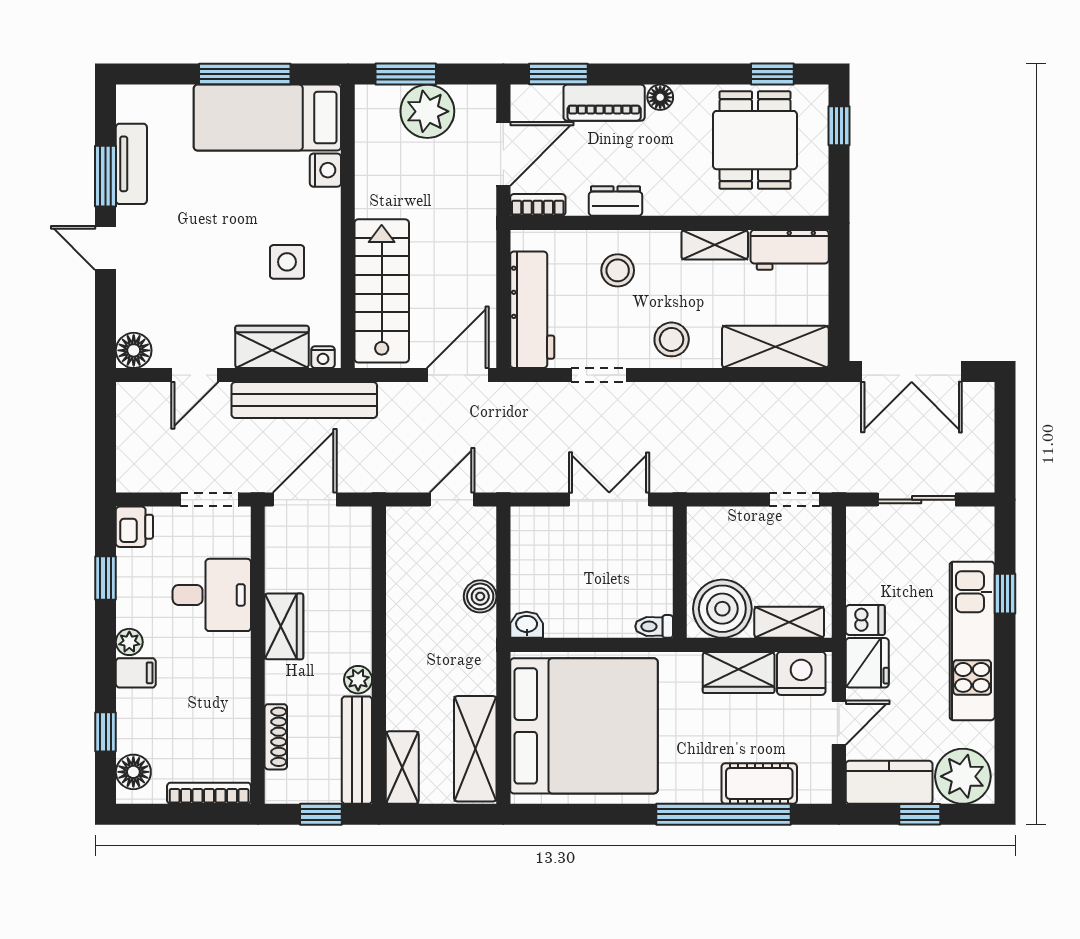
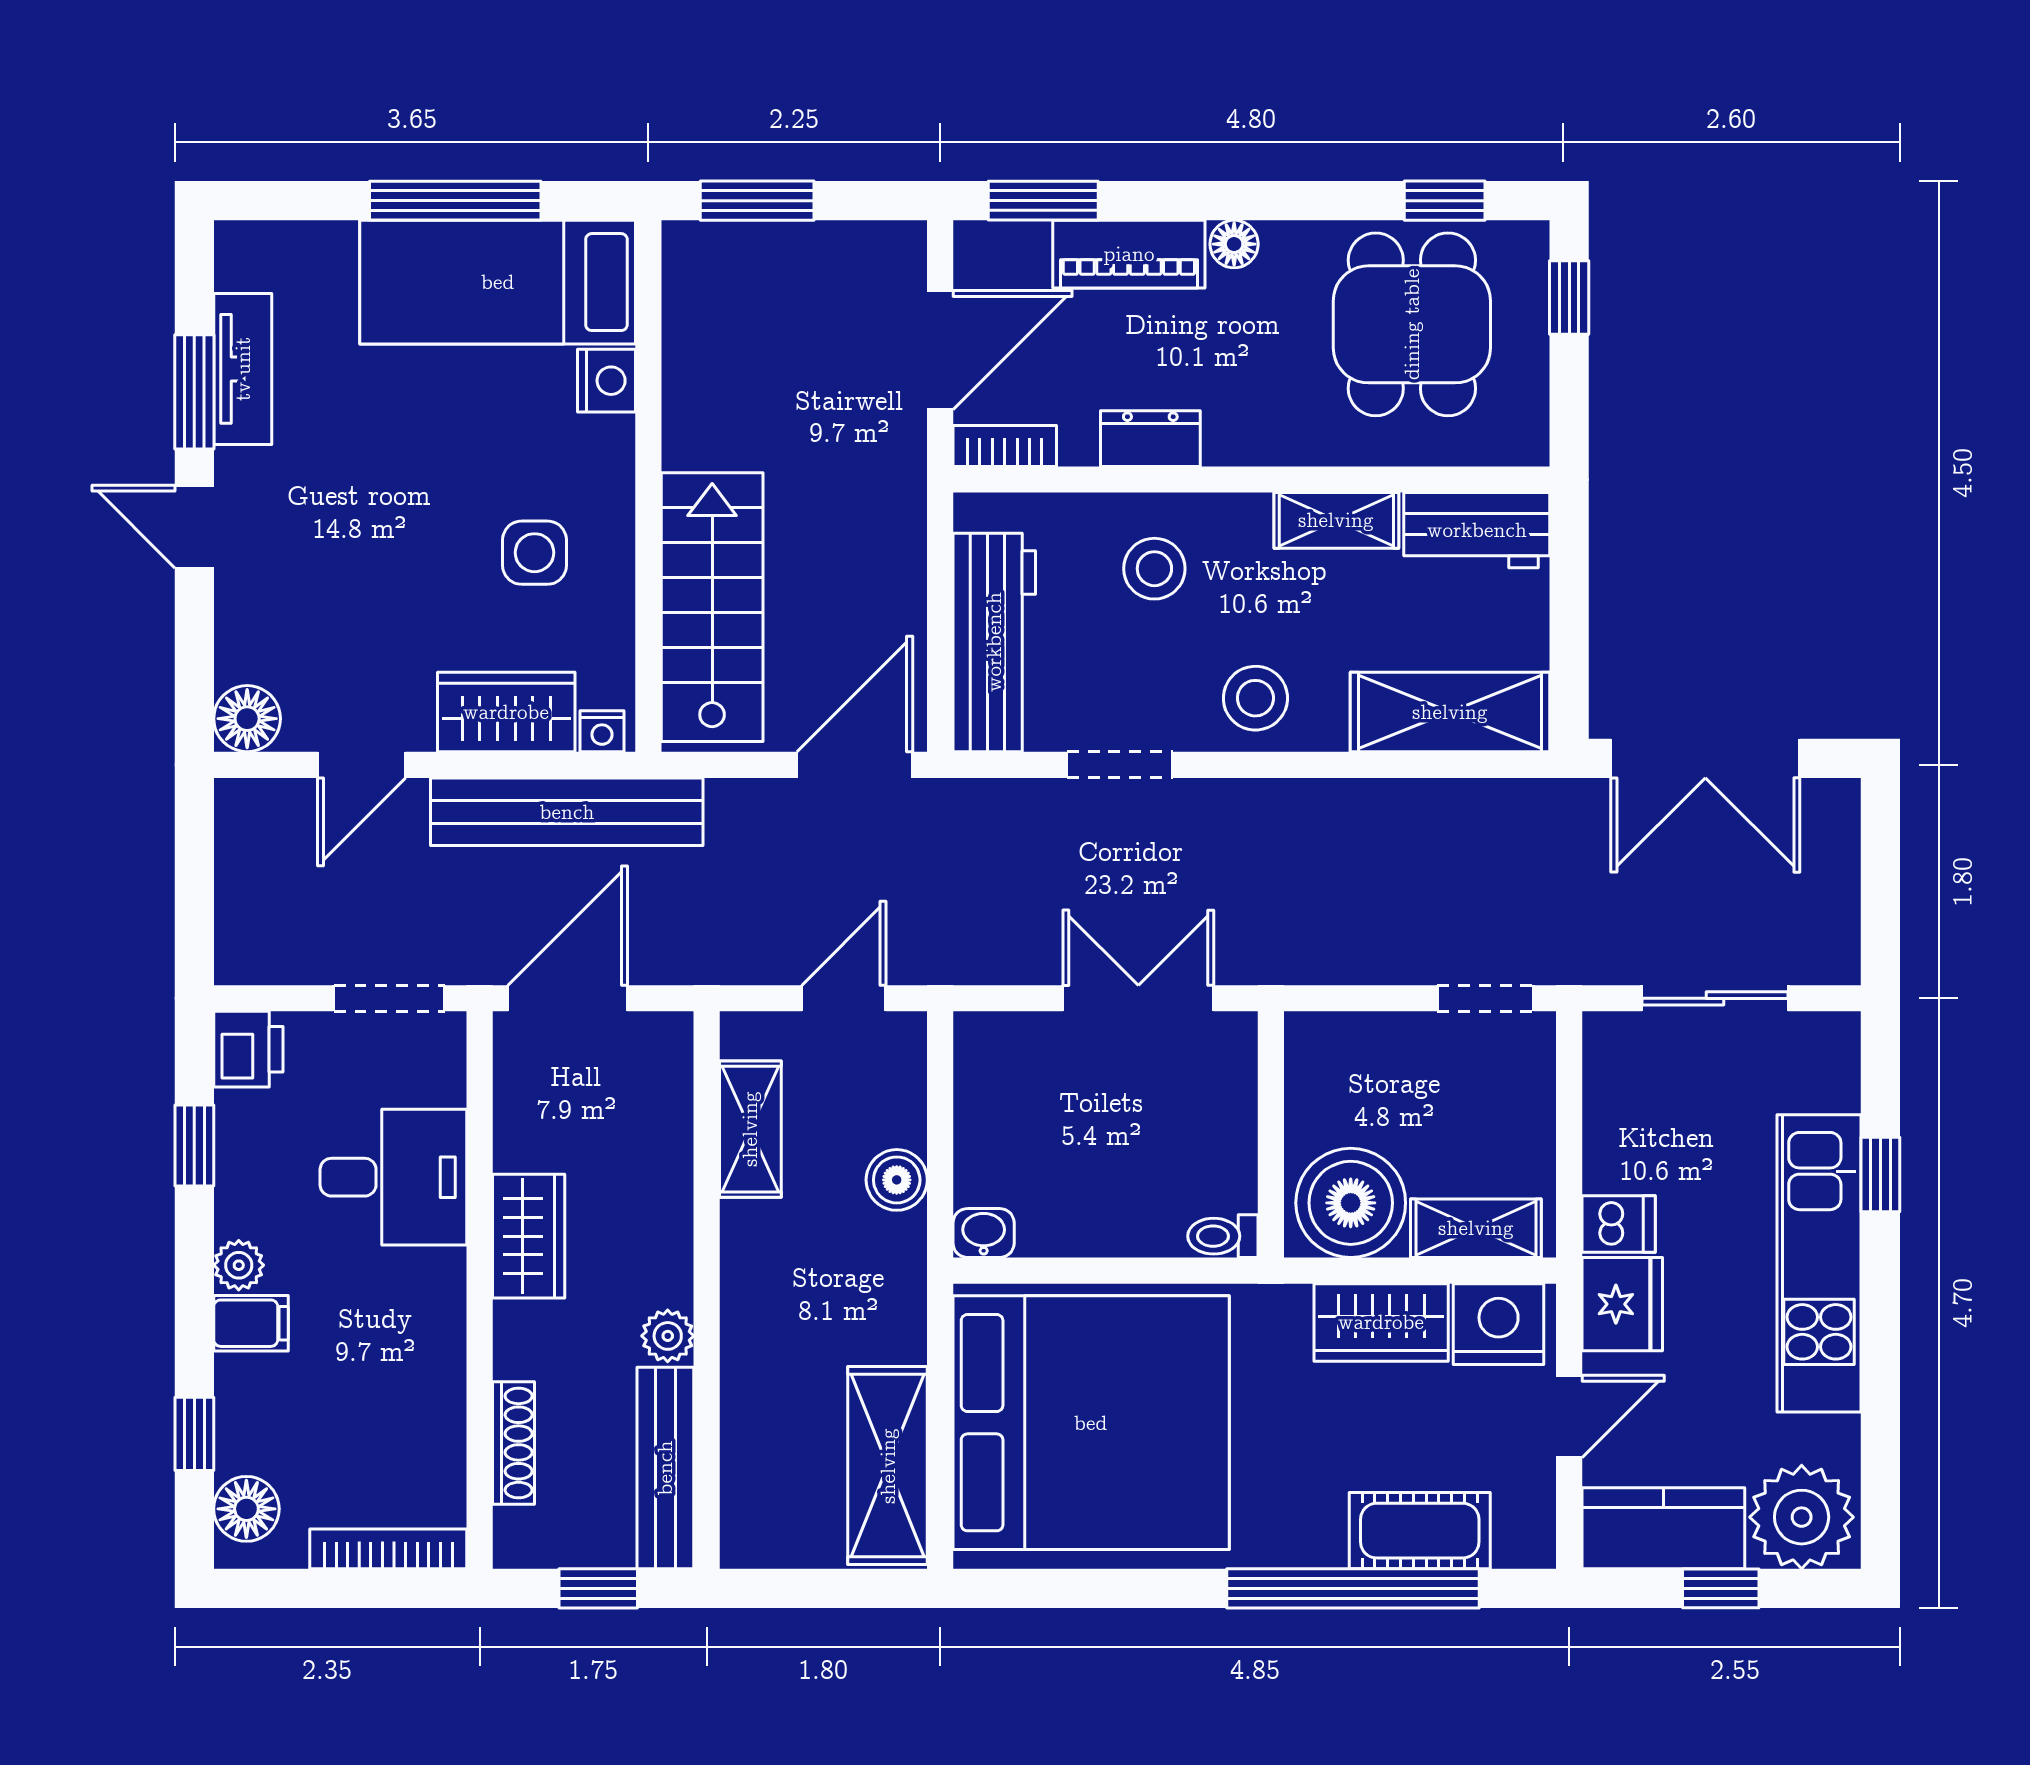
plant: (427, 111) -> (798, 270), removed
shelving: (402, 768) -> (750, 1129), moved

